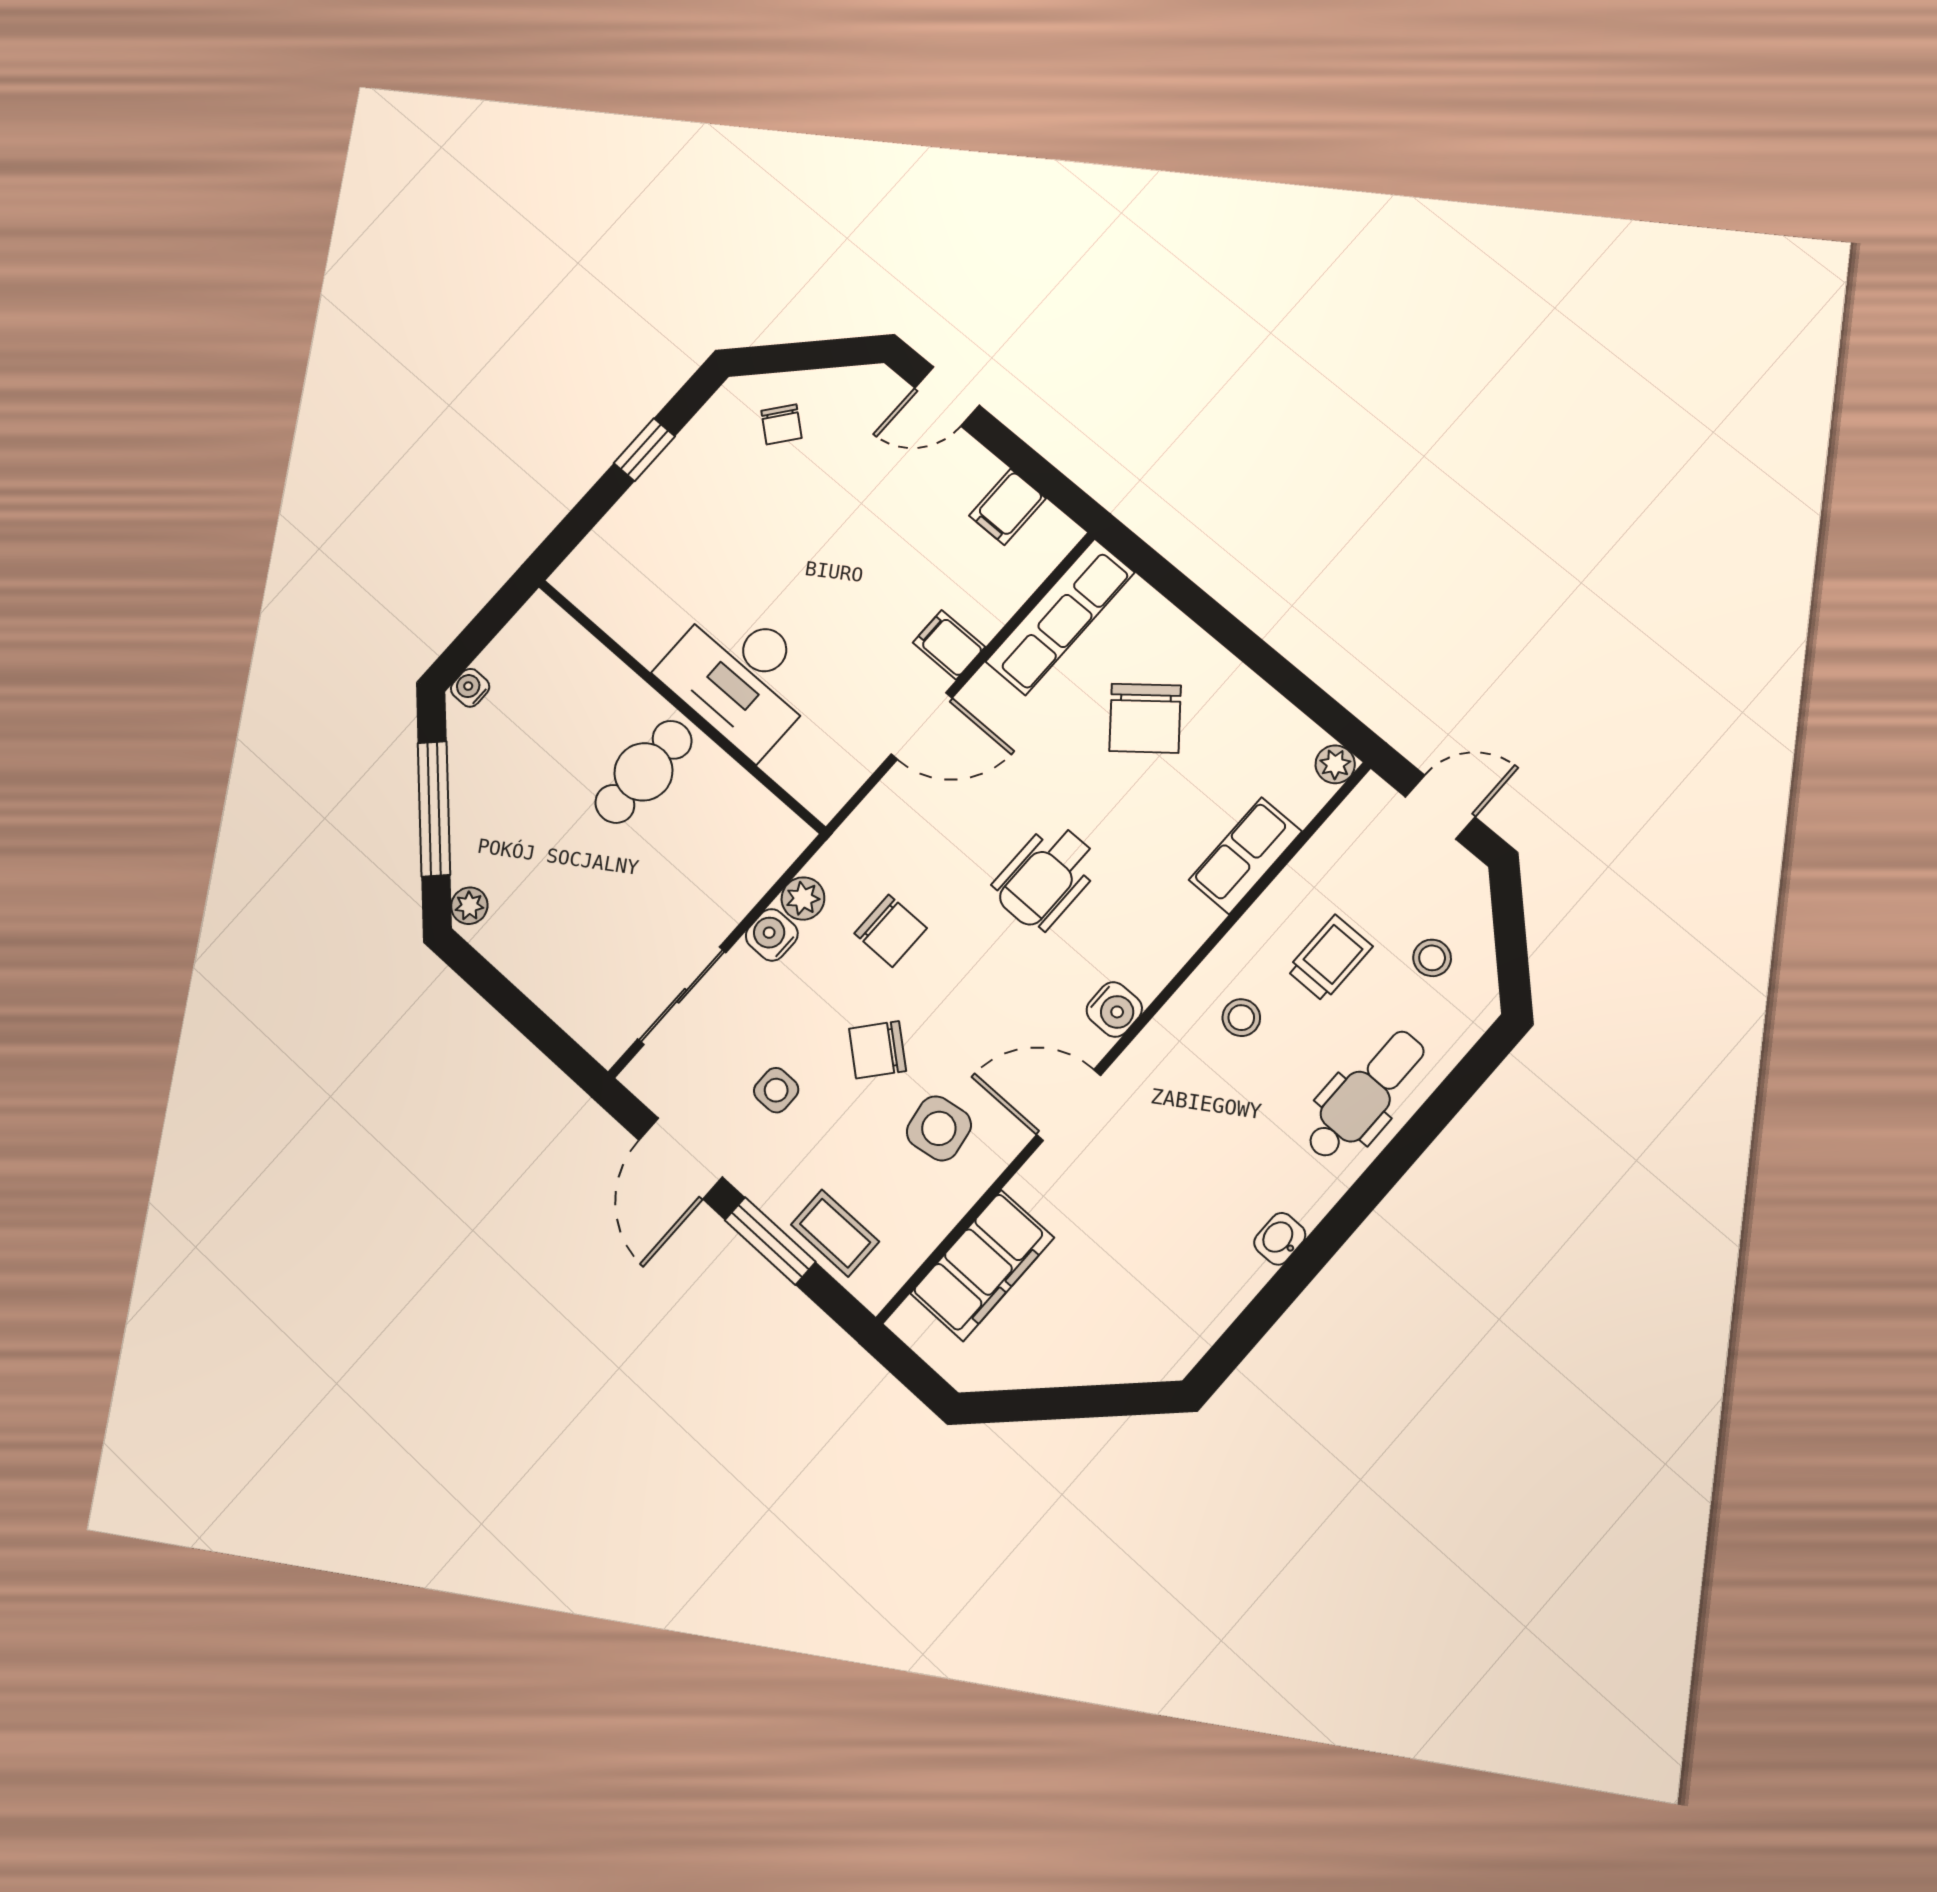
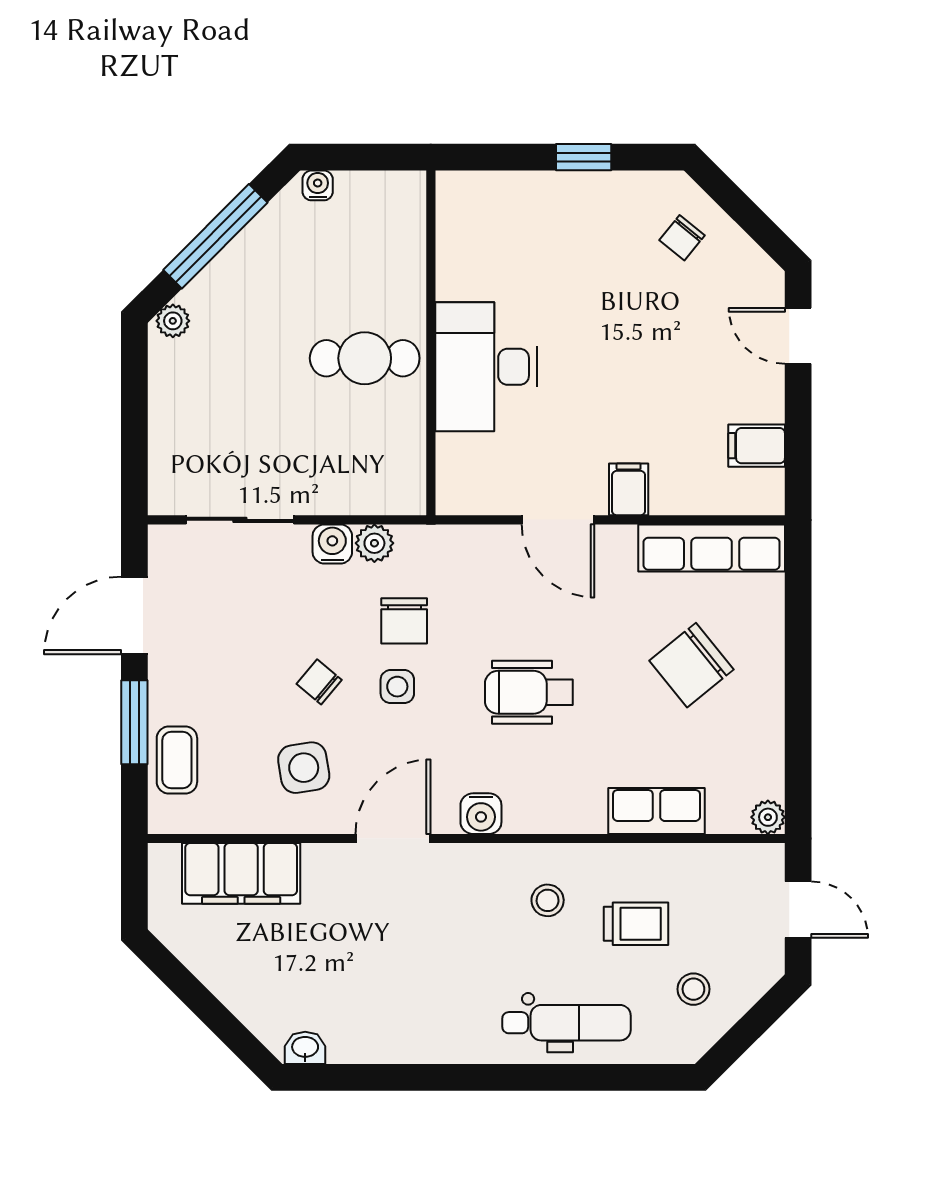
chair: (878, 1050) -> (319, 682), width x0.73, depth x0.73
side table: (776, 1090) -> (397, 687), moved
door: (1069, 1105) -> (393, 838), hinge flipped
washbasin: (1280, 1239) -> (305, 1048), moved

